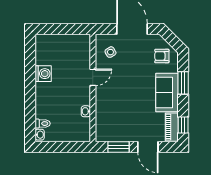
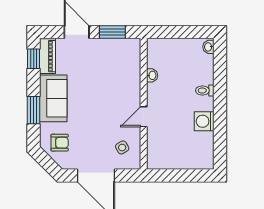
toilet: (43, 124) -> (205, 90), moved

